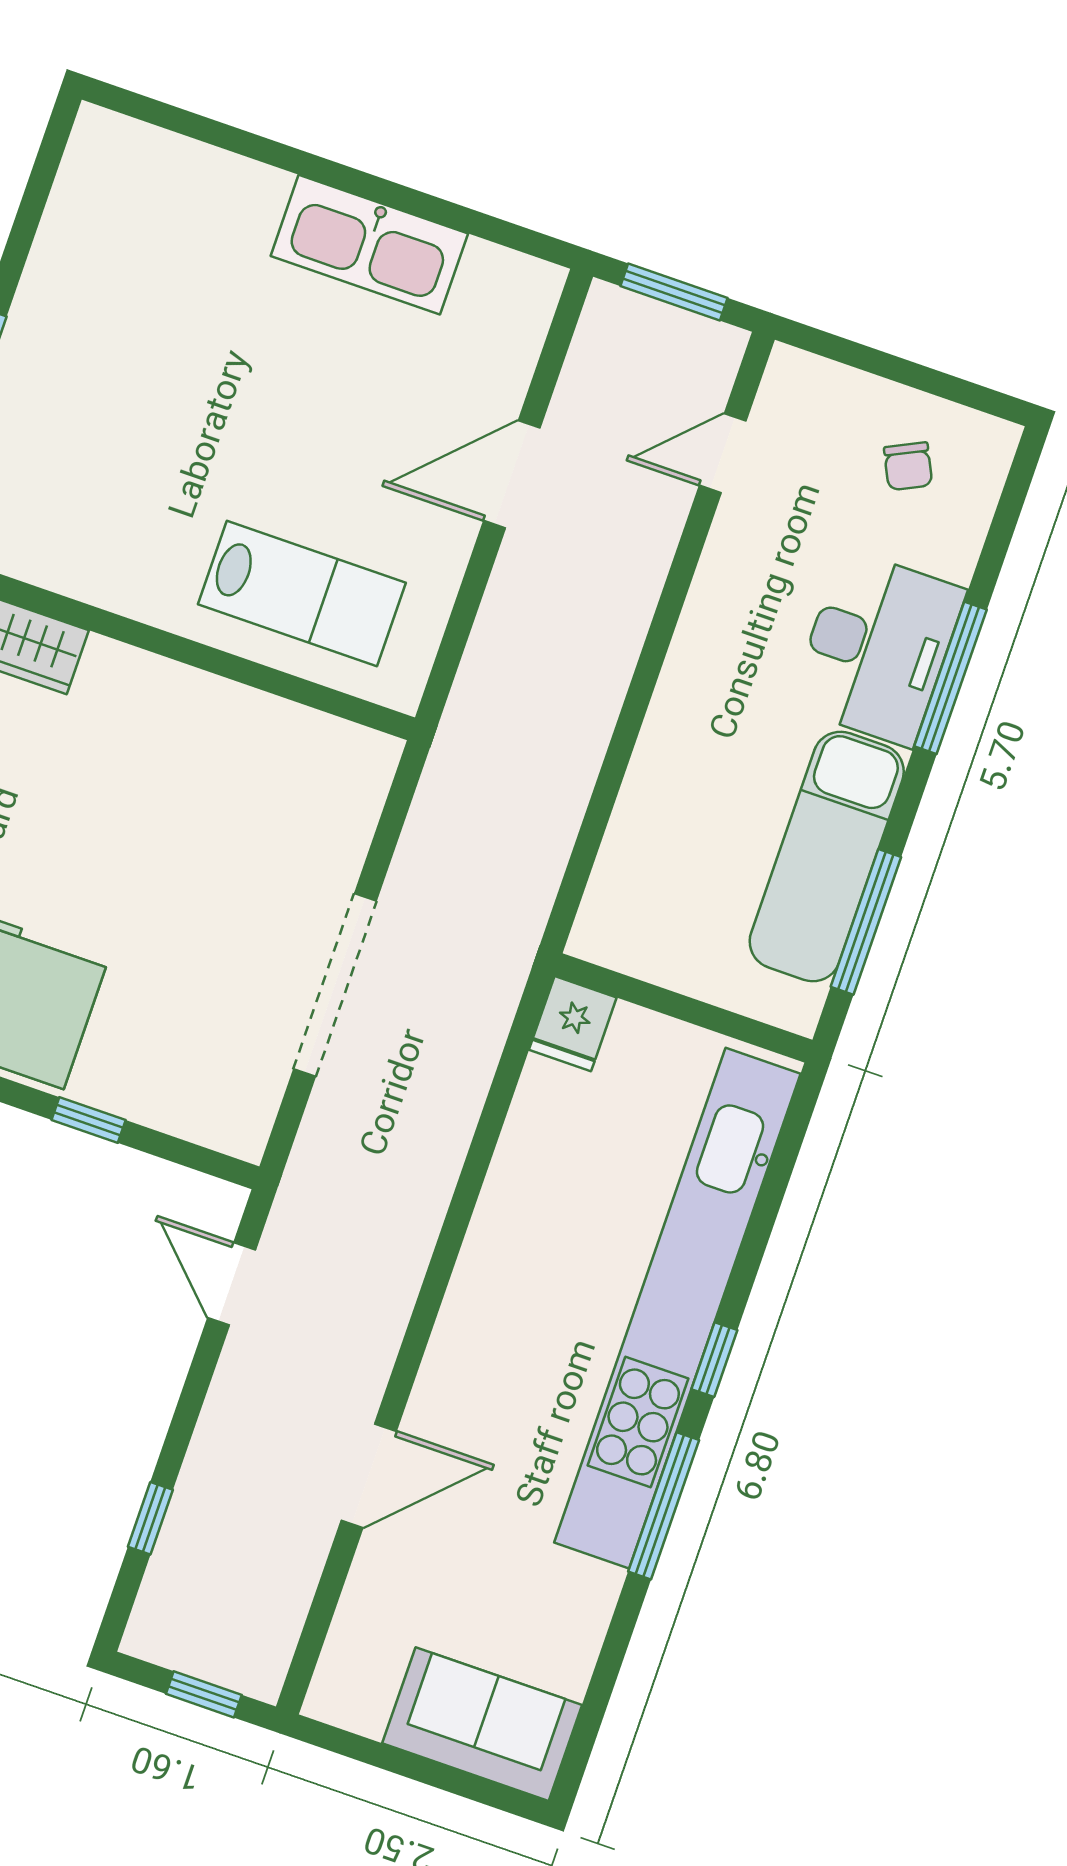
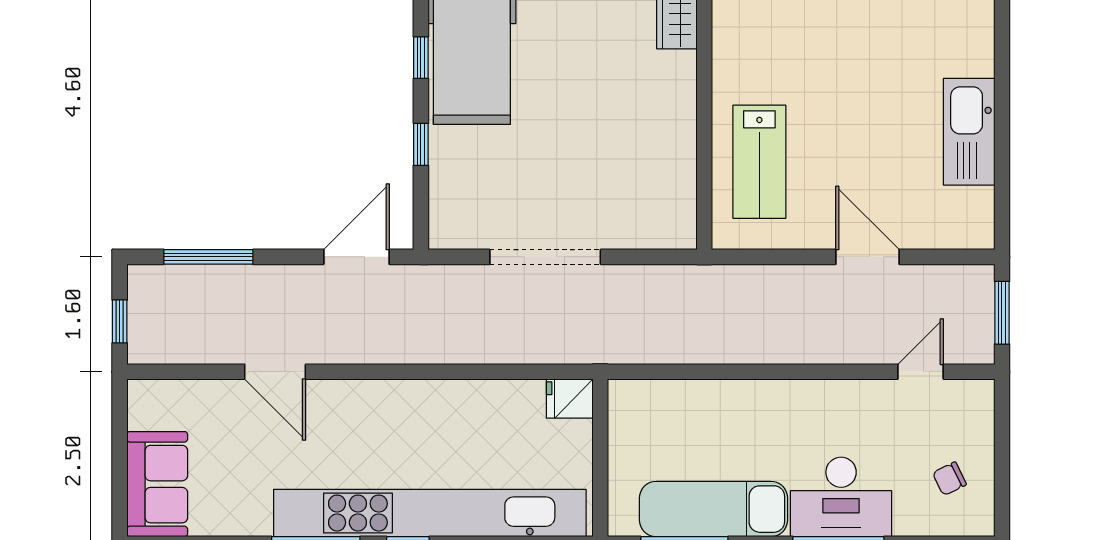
door: (723, 453) -> (921, 372), hinge flipped
door: (232, 1284) -> (356, 257), width x1.38
window: (150, 1518) -> (208, 257), width x2.17

